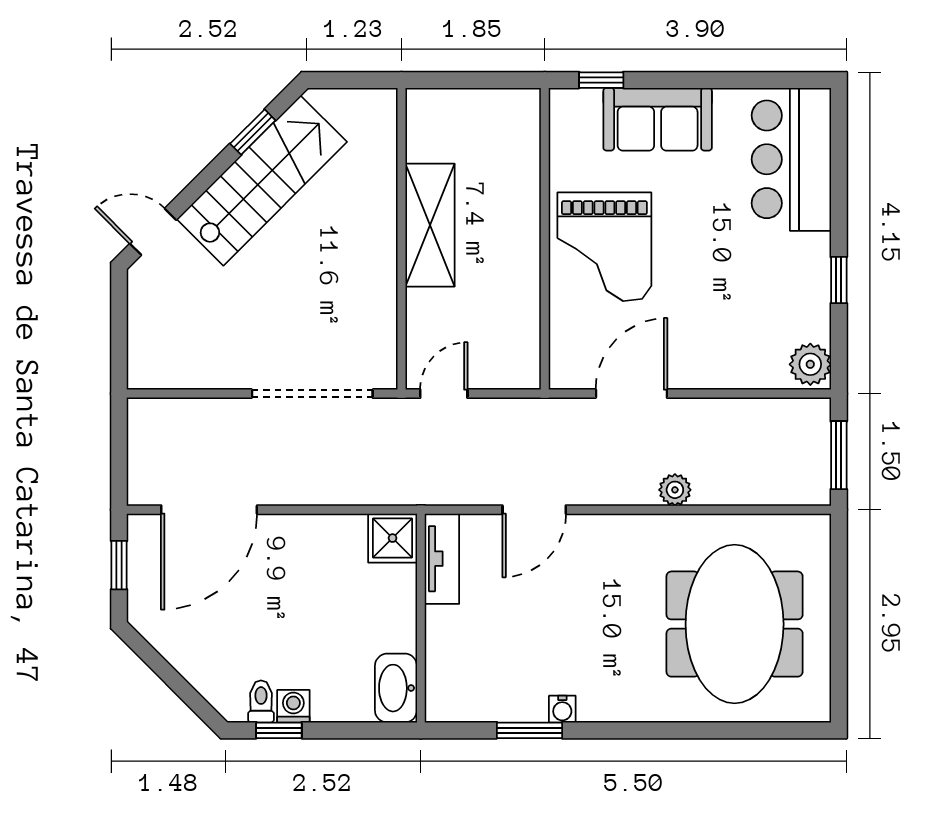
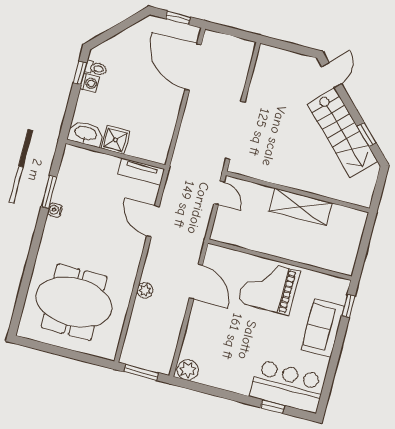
window: (839, 280) -> (272, 407), moved
shower: (393, 538) -> (115, 140), moved

